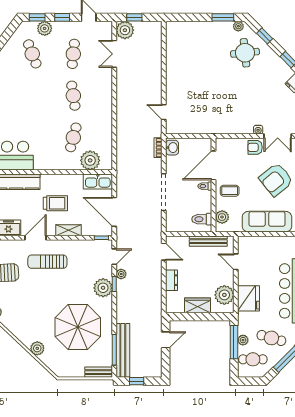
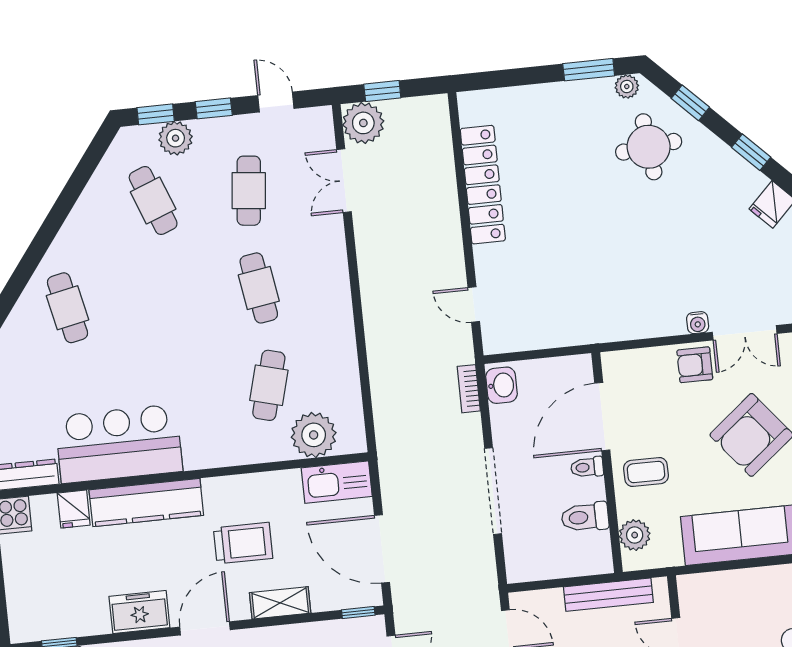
locker: (173, 62) -> (483, 185), added
toilet: (202, 219) -> (585, 517), moved

